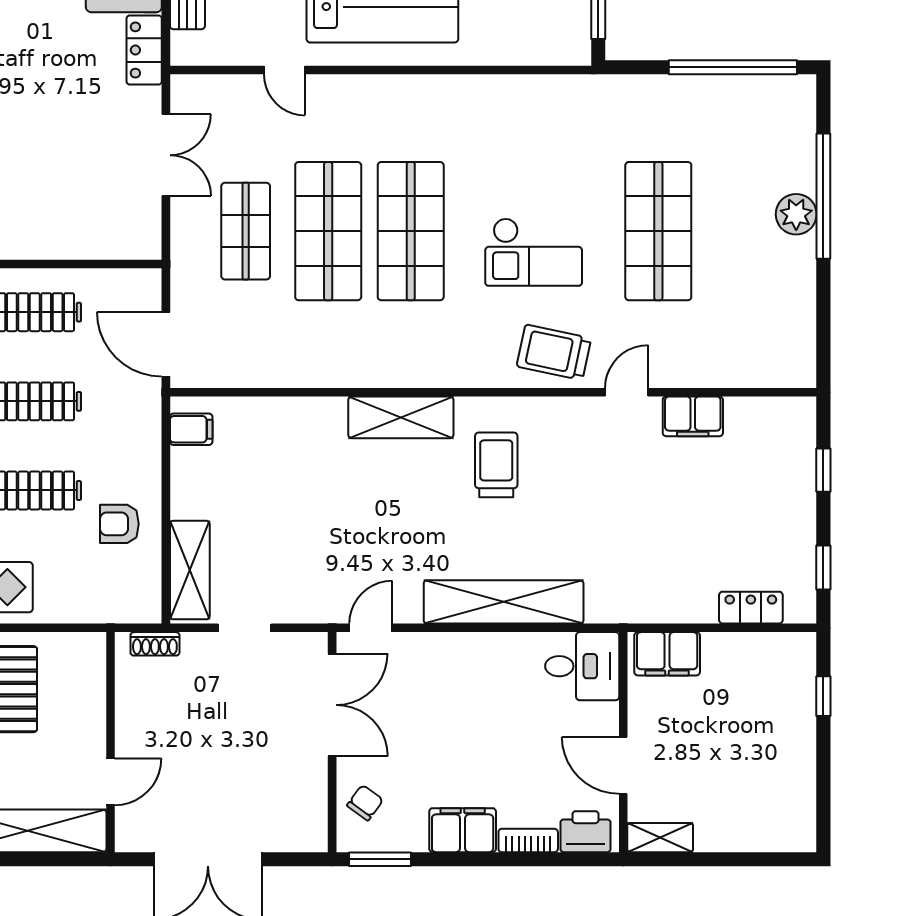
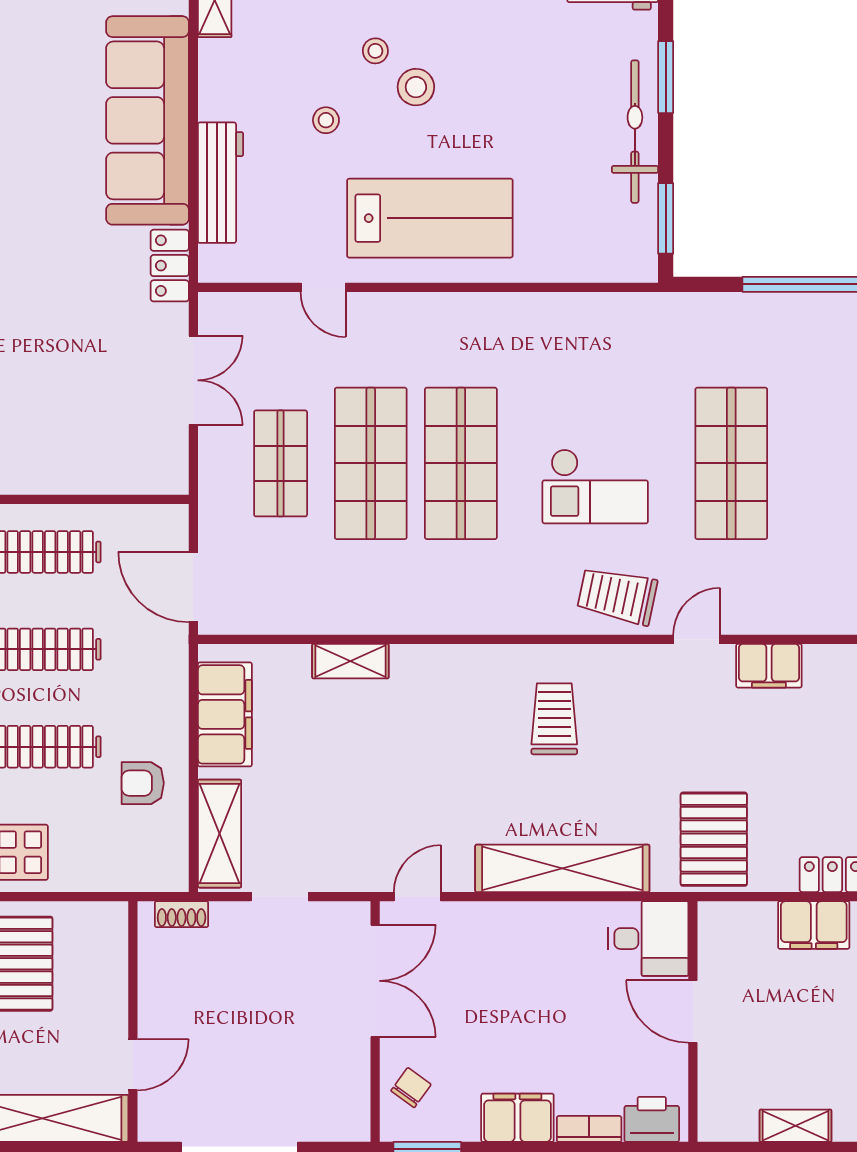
shelving: (401, 417) -> (350, 661), moved, width x0.67, depth x0.75
filing cabinet: (191, 429) -> (225, 714), width x3.00, depth x1.17
pallet: (642, 575) -> (714, 839), added
filing cabinet: (667, 654) -> (814, 925), moved
door: (623, 765) -> (693, 1012), moved
shelving: (660, 838) -> (796, 1126), moved

